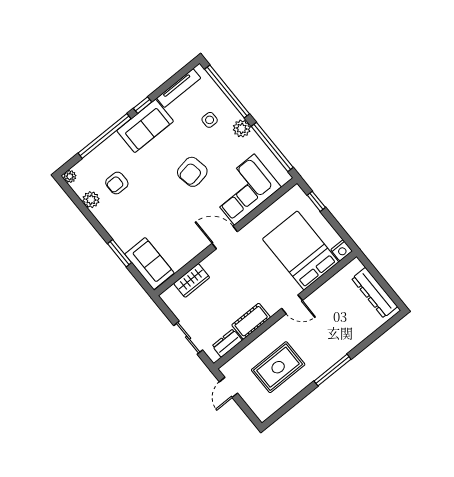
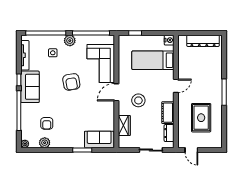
bed: (301, 250) -> (153, 60), width x0.67
stool: (237, 273) -> (138, 100), added

